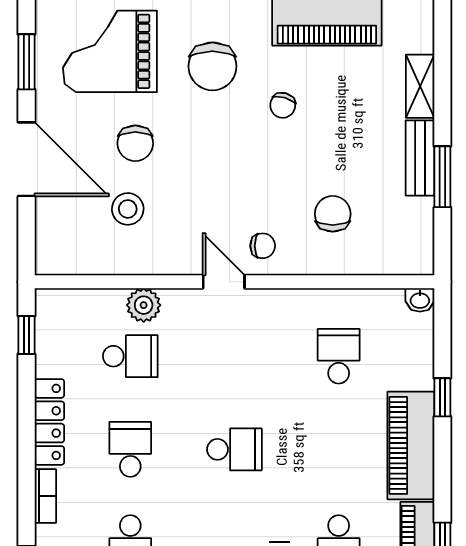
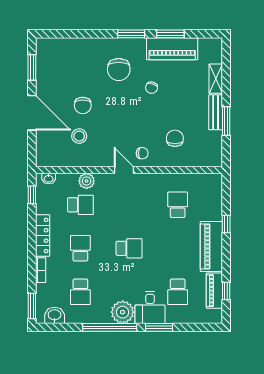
grand piano: (110, 51) -> (71, 62), removed
washbasin: (420, 300) -> (49, 179), moved

